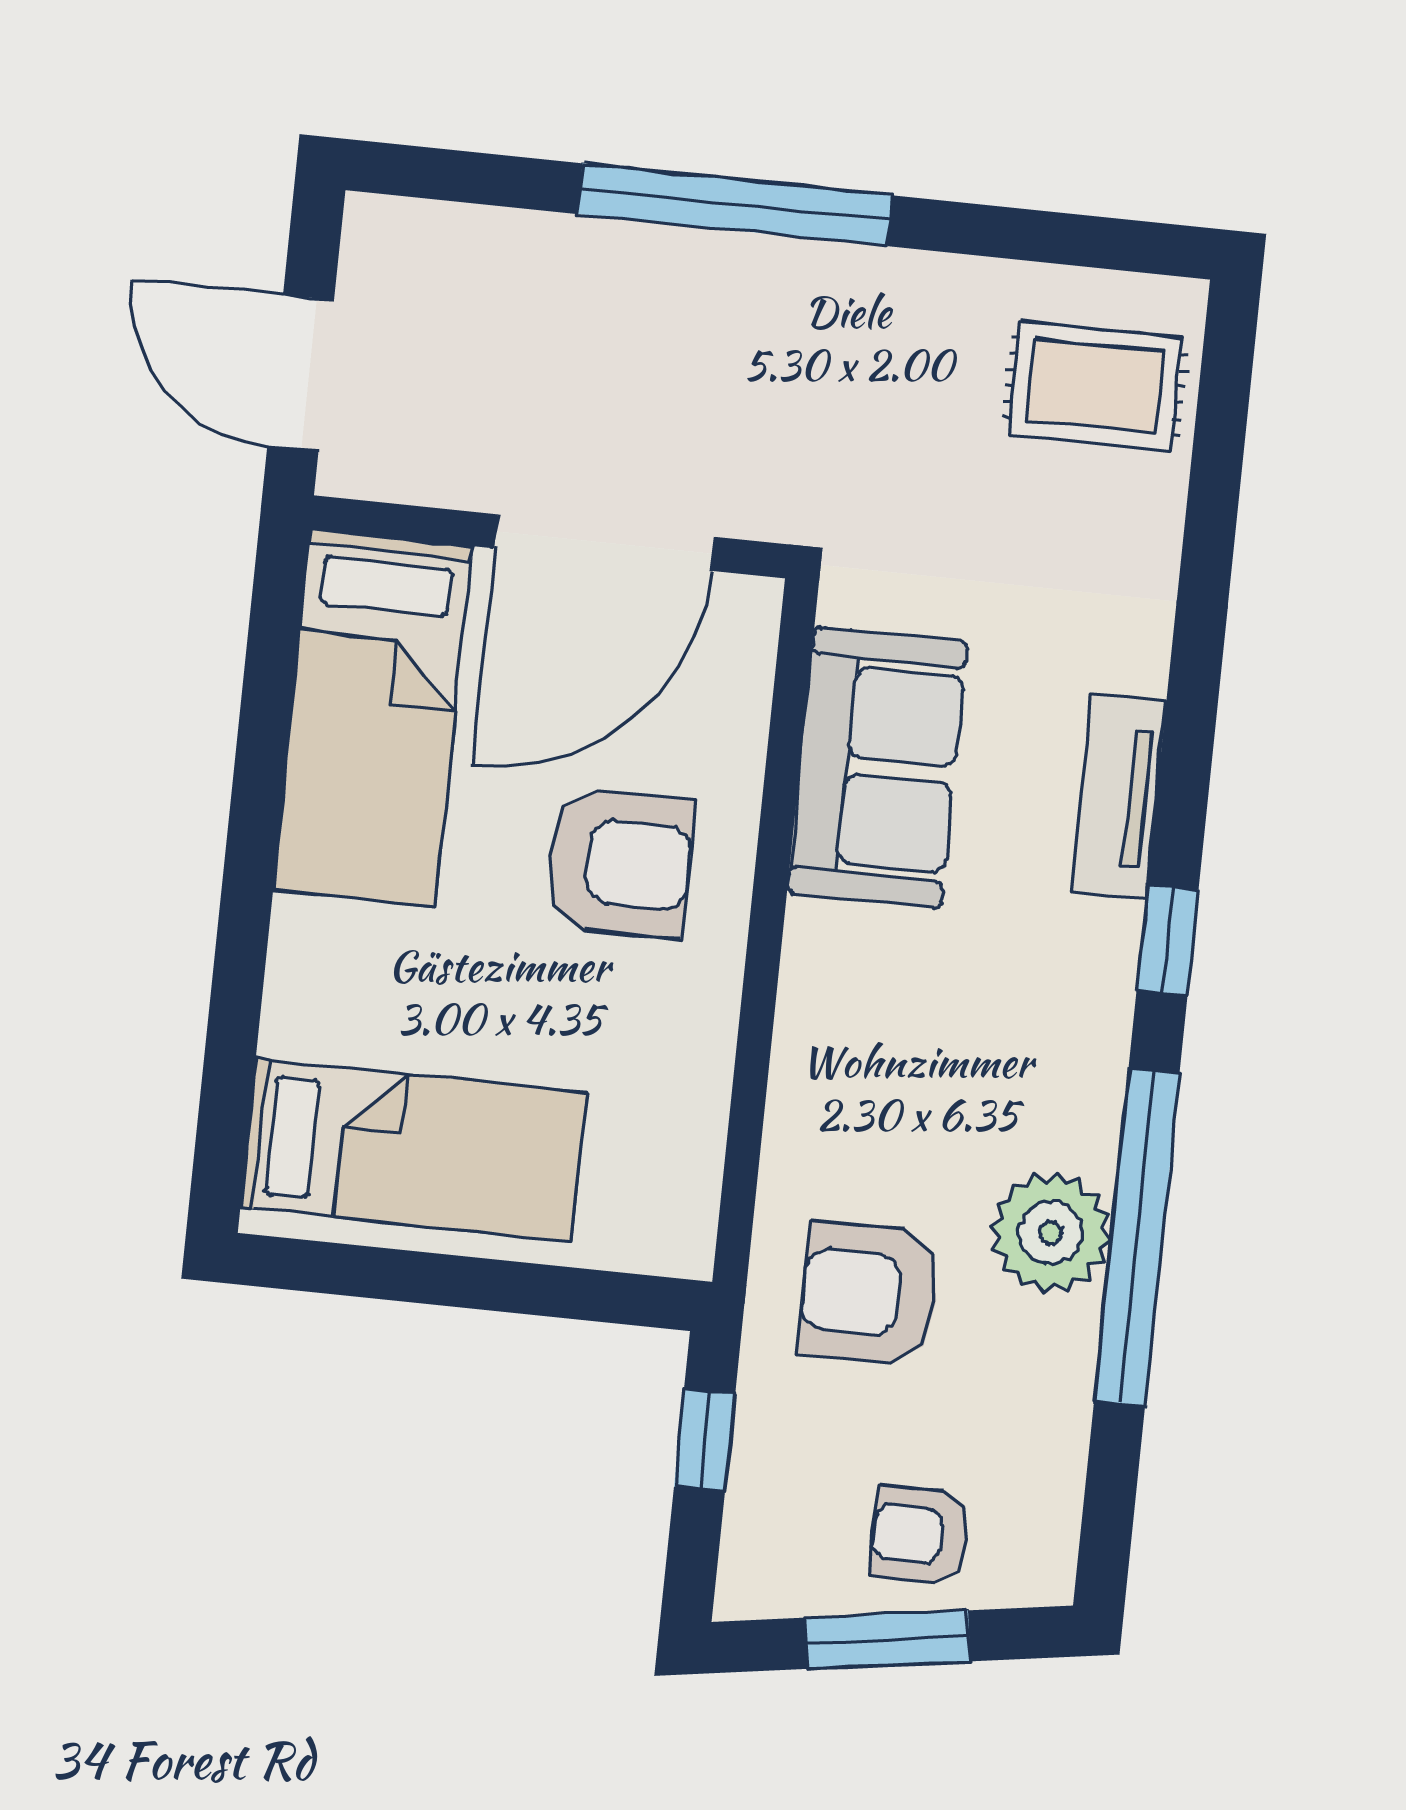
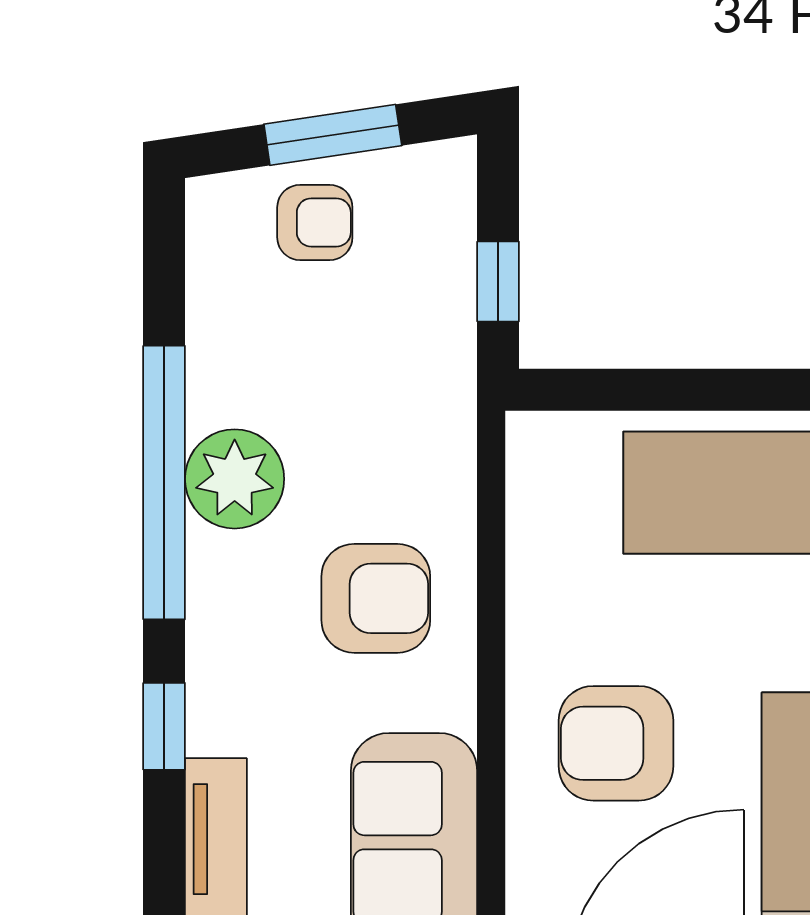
armchair: (870, 1294) -> (376, 598), moved

